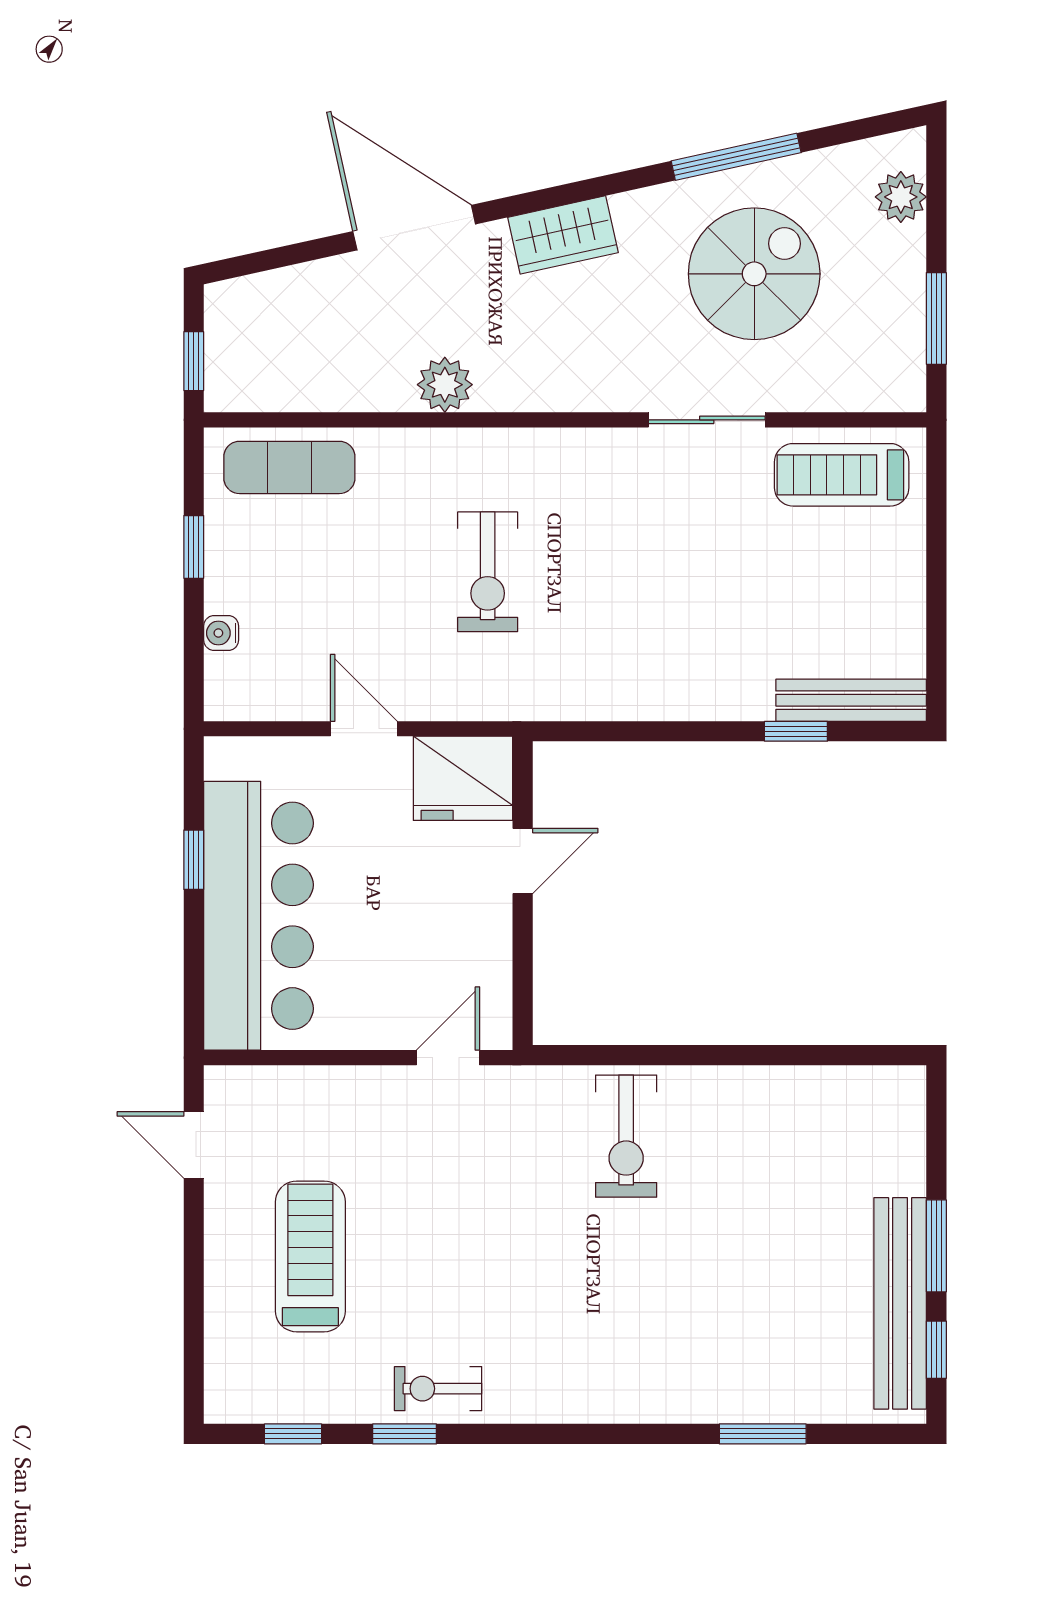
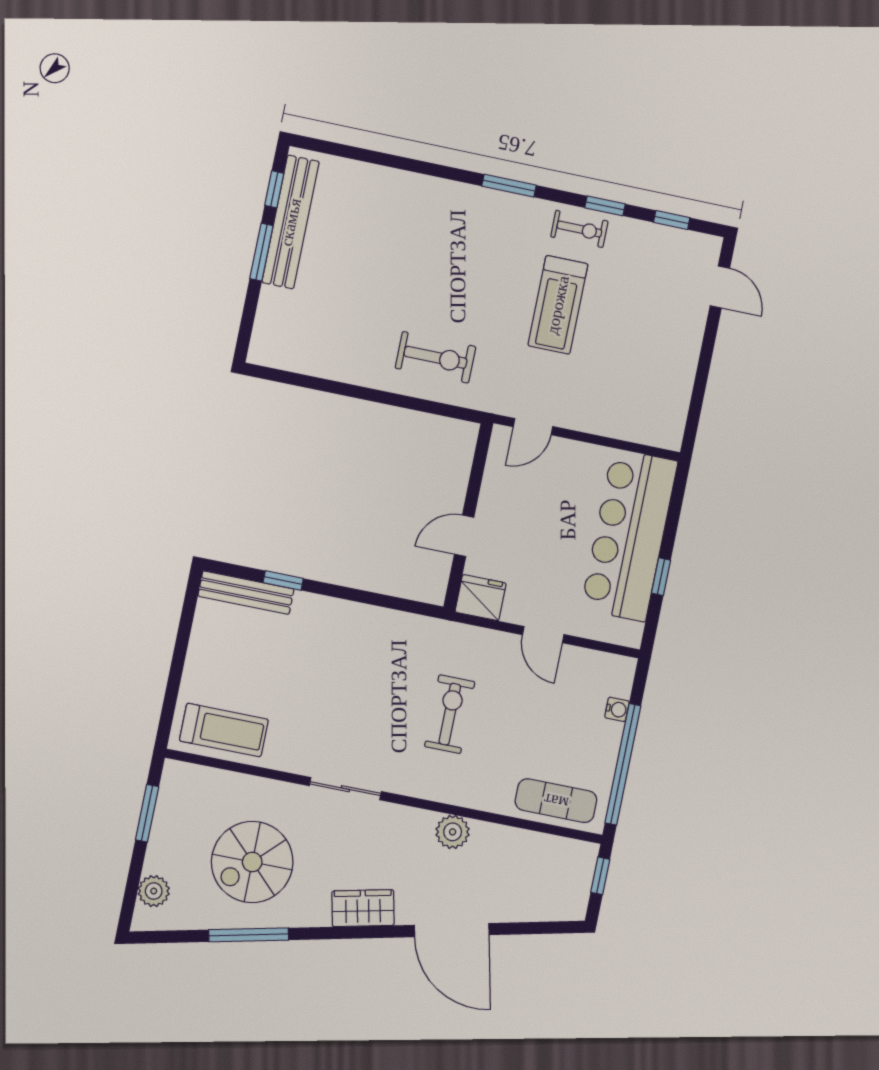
sliding door: (707, 420) -> (345, 789), moved
window: (194, 547) -> (623, 764), width x3.17
fridge: (463, 778) -> (481, 598), width x0.73, depth x0.75
exercise bike: (626, 1136) -> (436, 357), turned 90
door: (194, 1145) -> (720, 287), moved
treadmill: (310, 1256) -> (558, 305), moved
window: (763, 1434) -> (509, 186), moved

